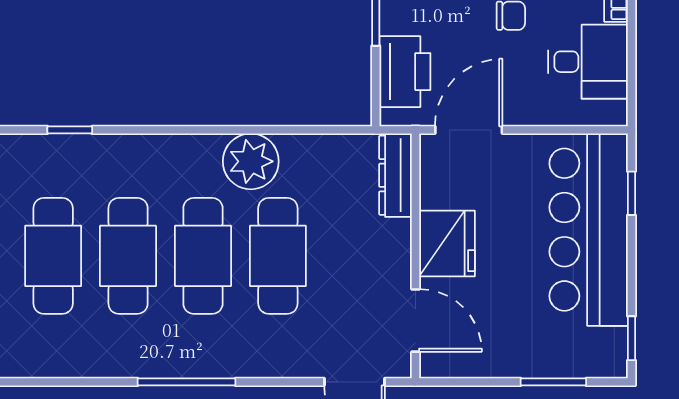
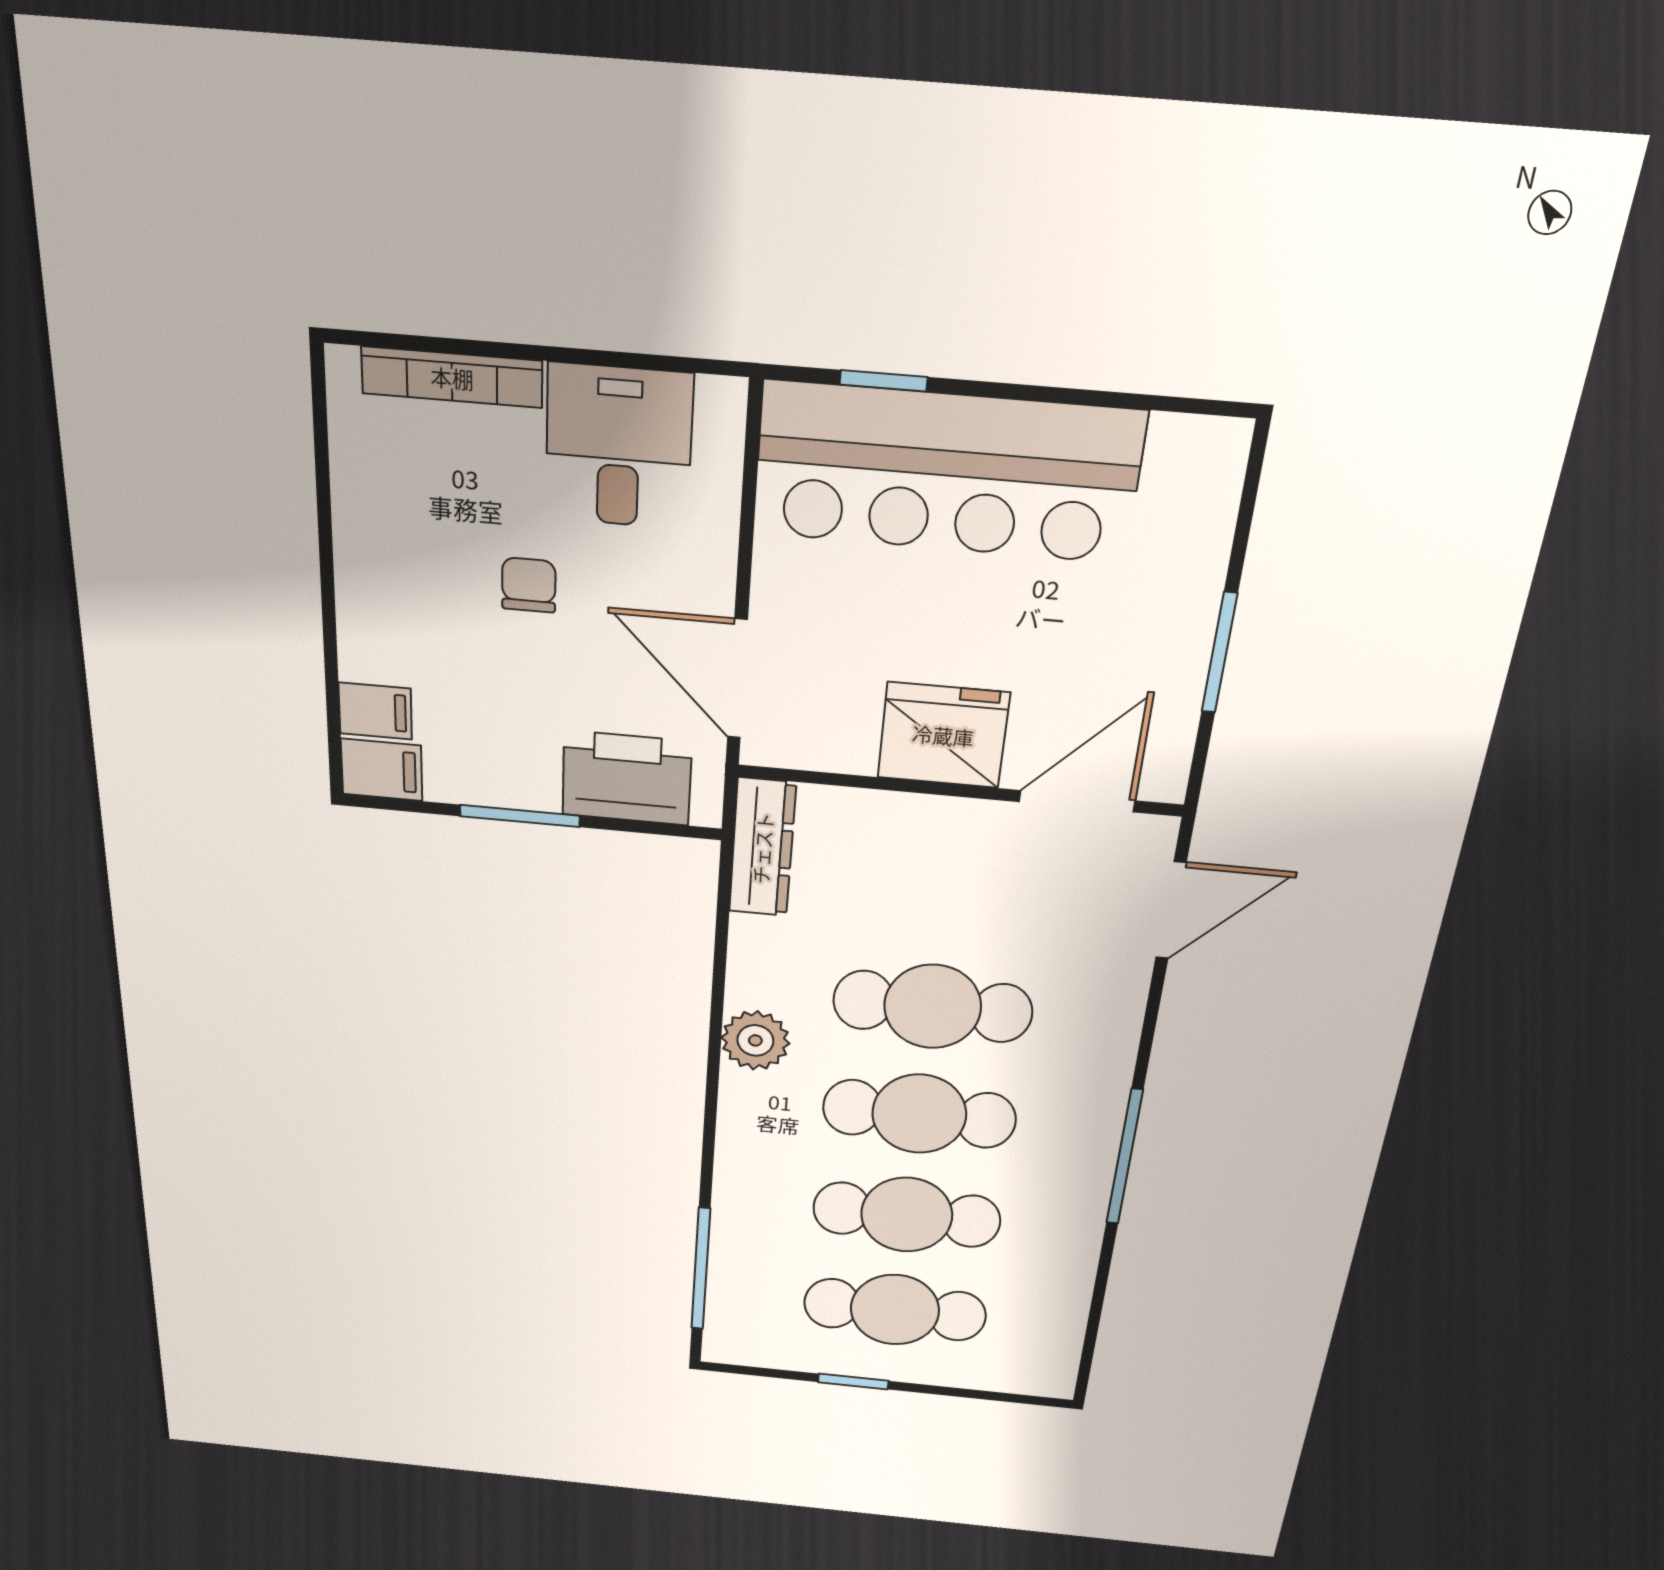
window: (70, 130) -> (701, 1269), width x2.17
plant: (251, 161) -> (755, 1040), width x0.73, depth x0.73
dresser: (395, 175) -> (762, 848), moved, turned -90
window: (631, 338) -> (1176, 404), removed
window: (553, 382) -> (1219, 653), moved

